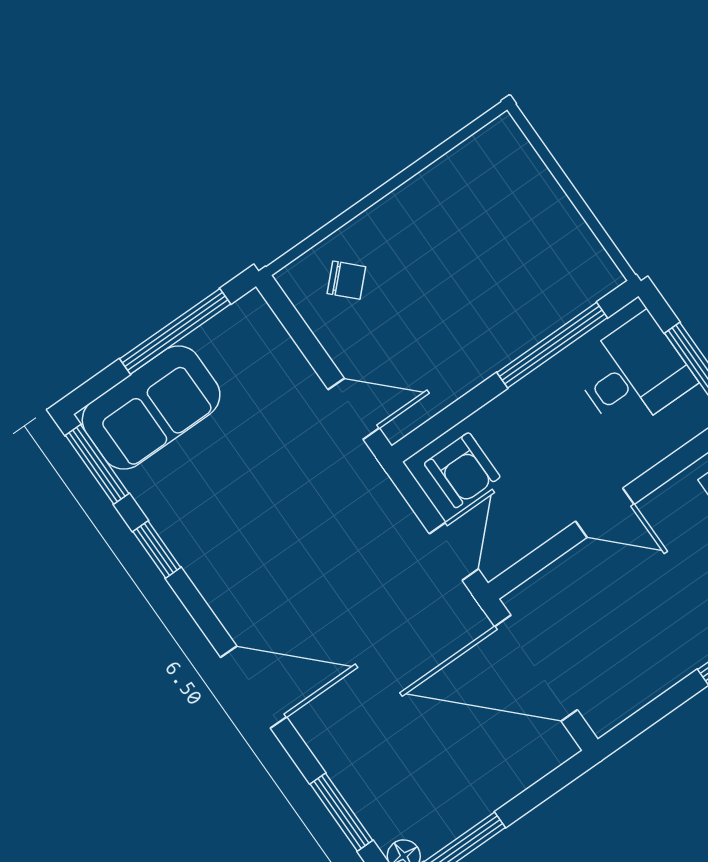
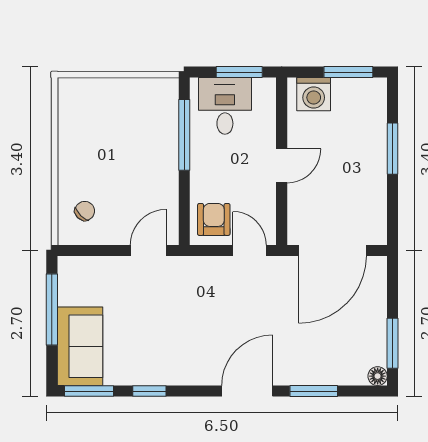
armchair: (462, 470) -> (214, 219), turned -90
window: (341, 812) -> (314, 391), moved

